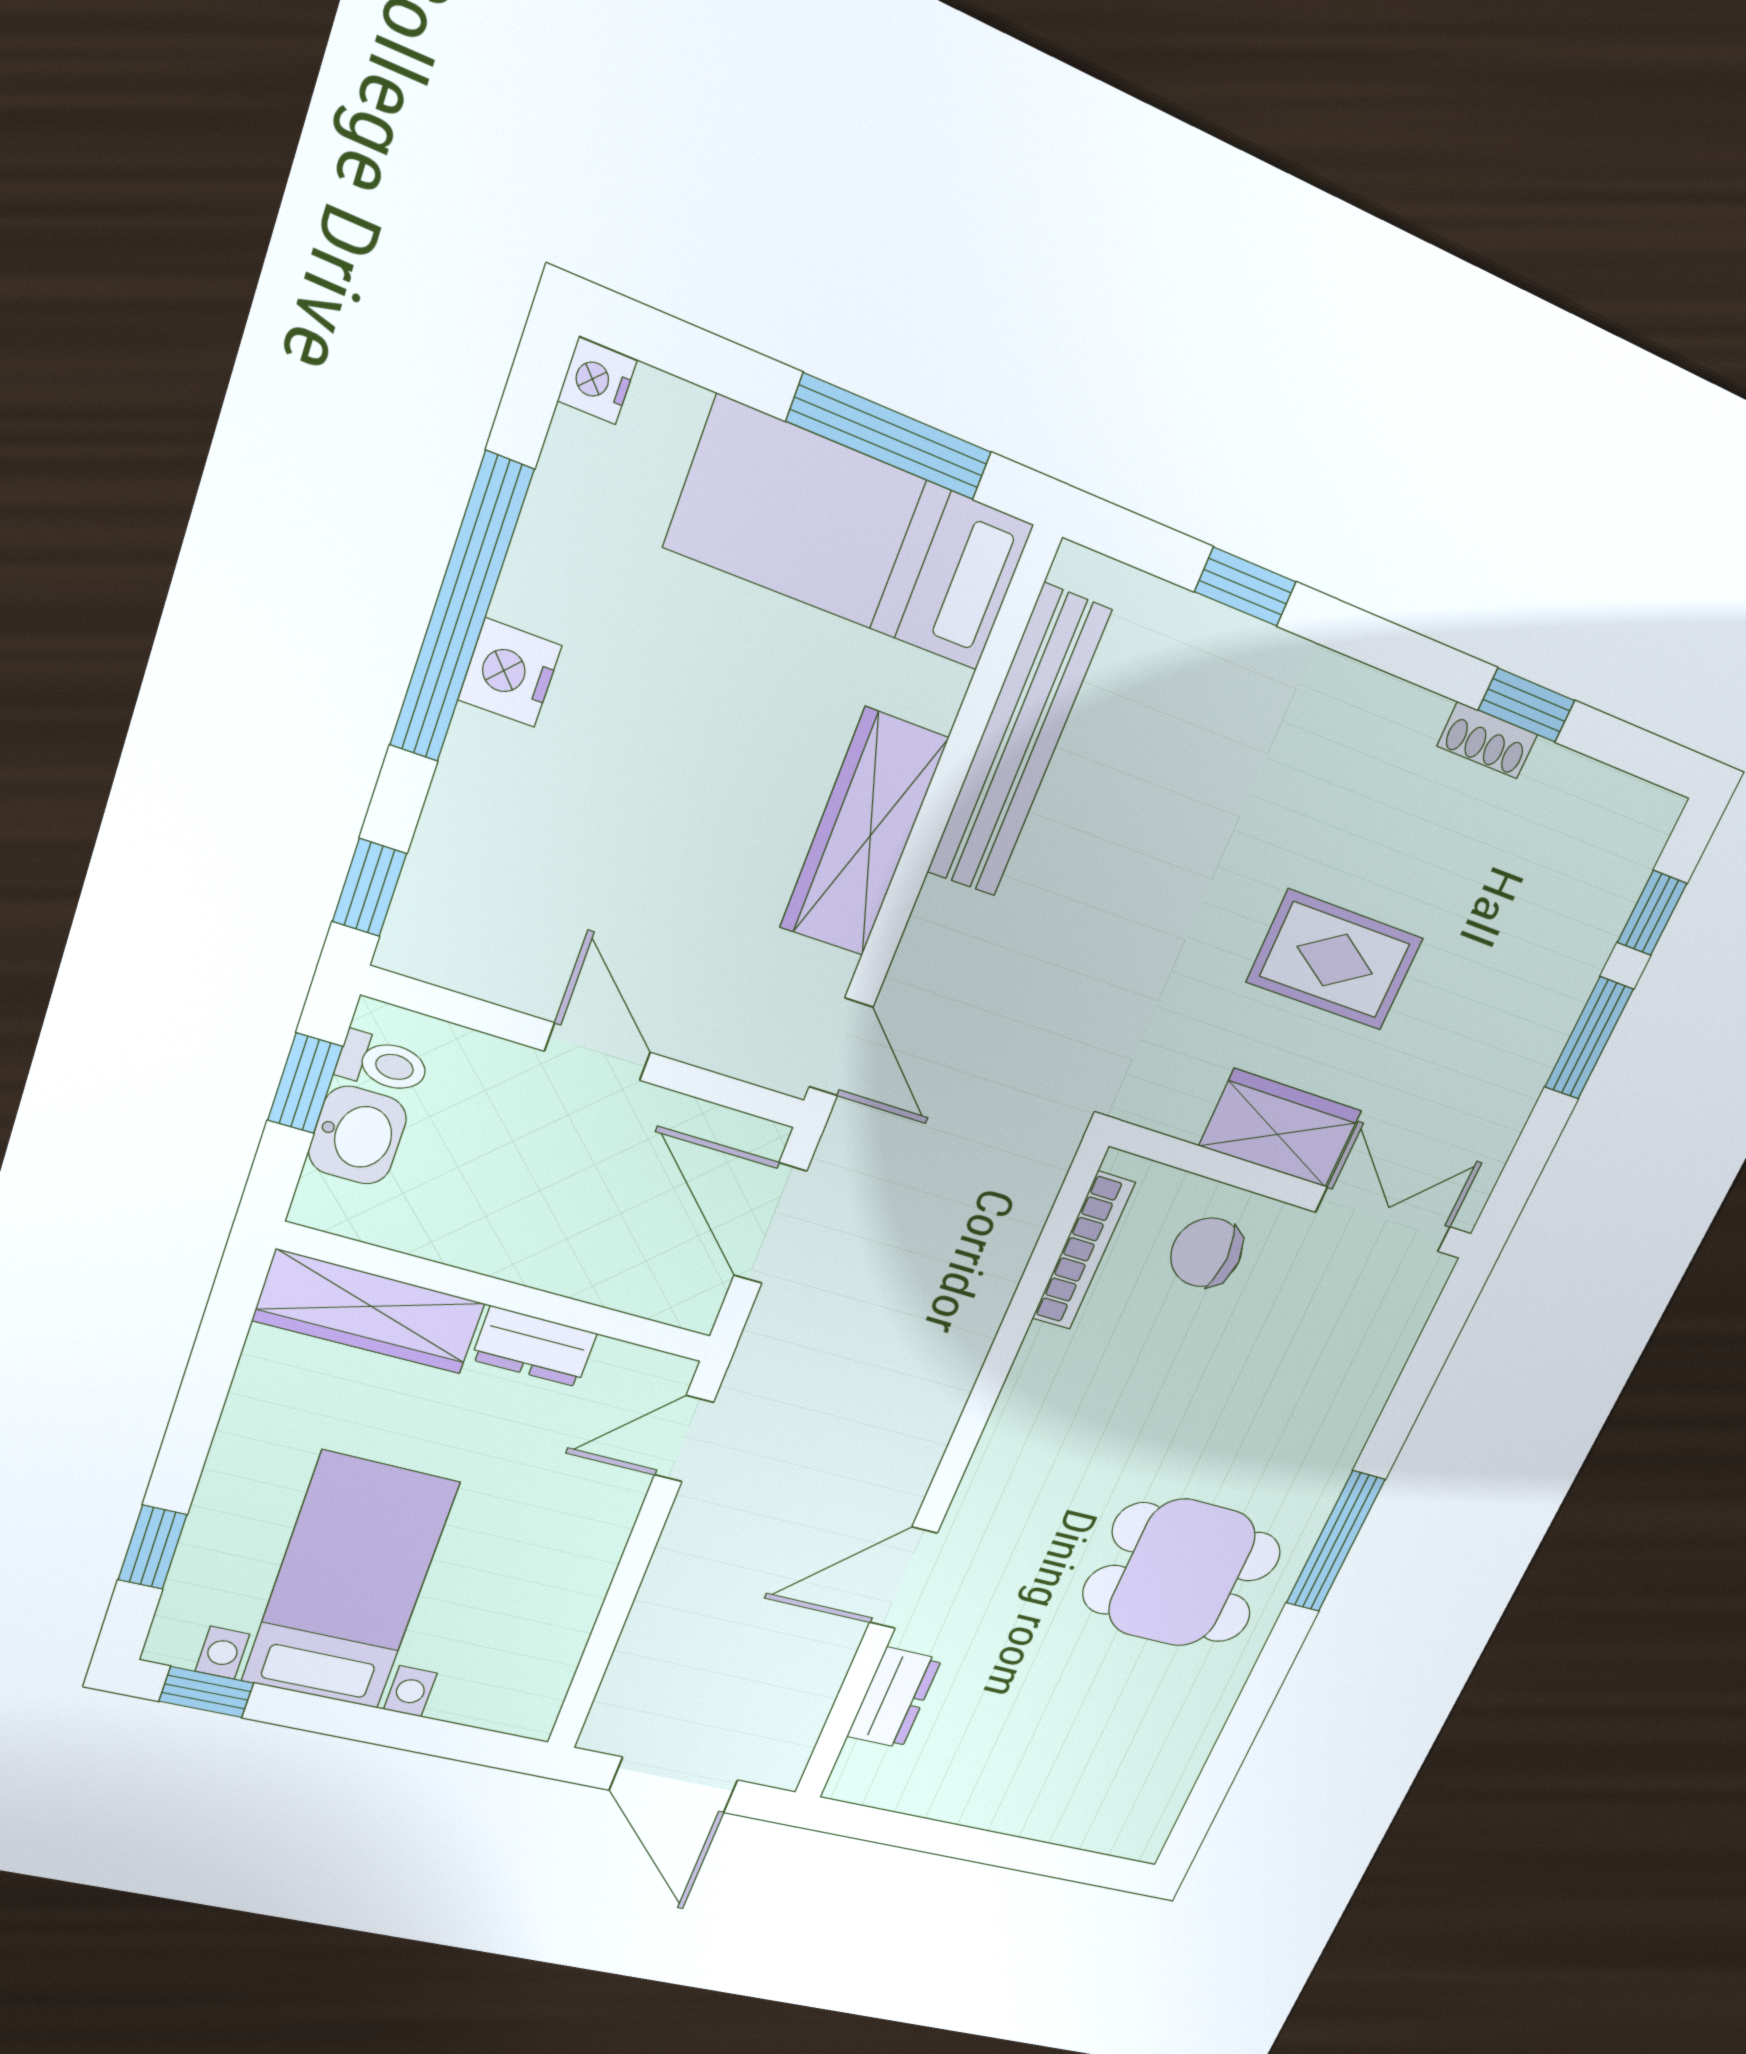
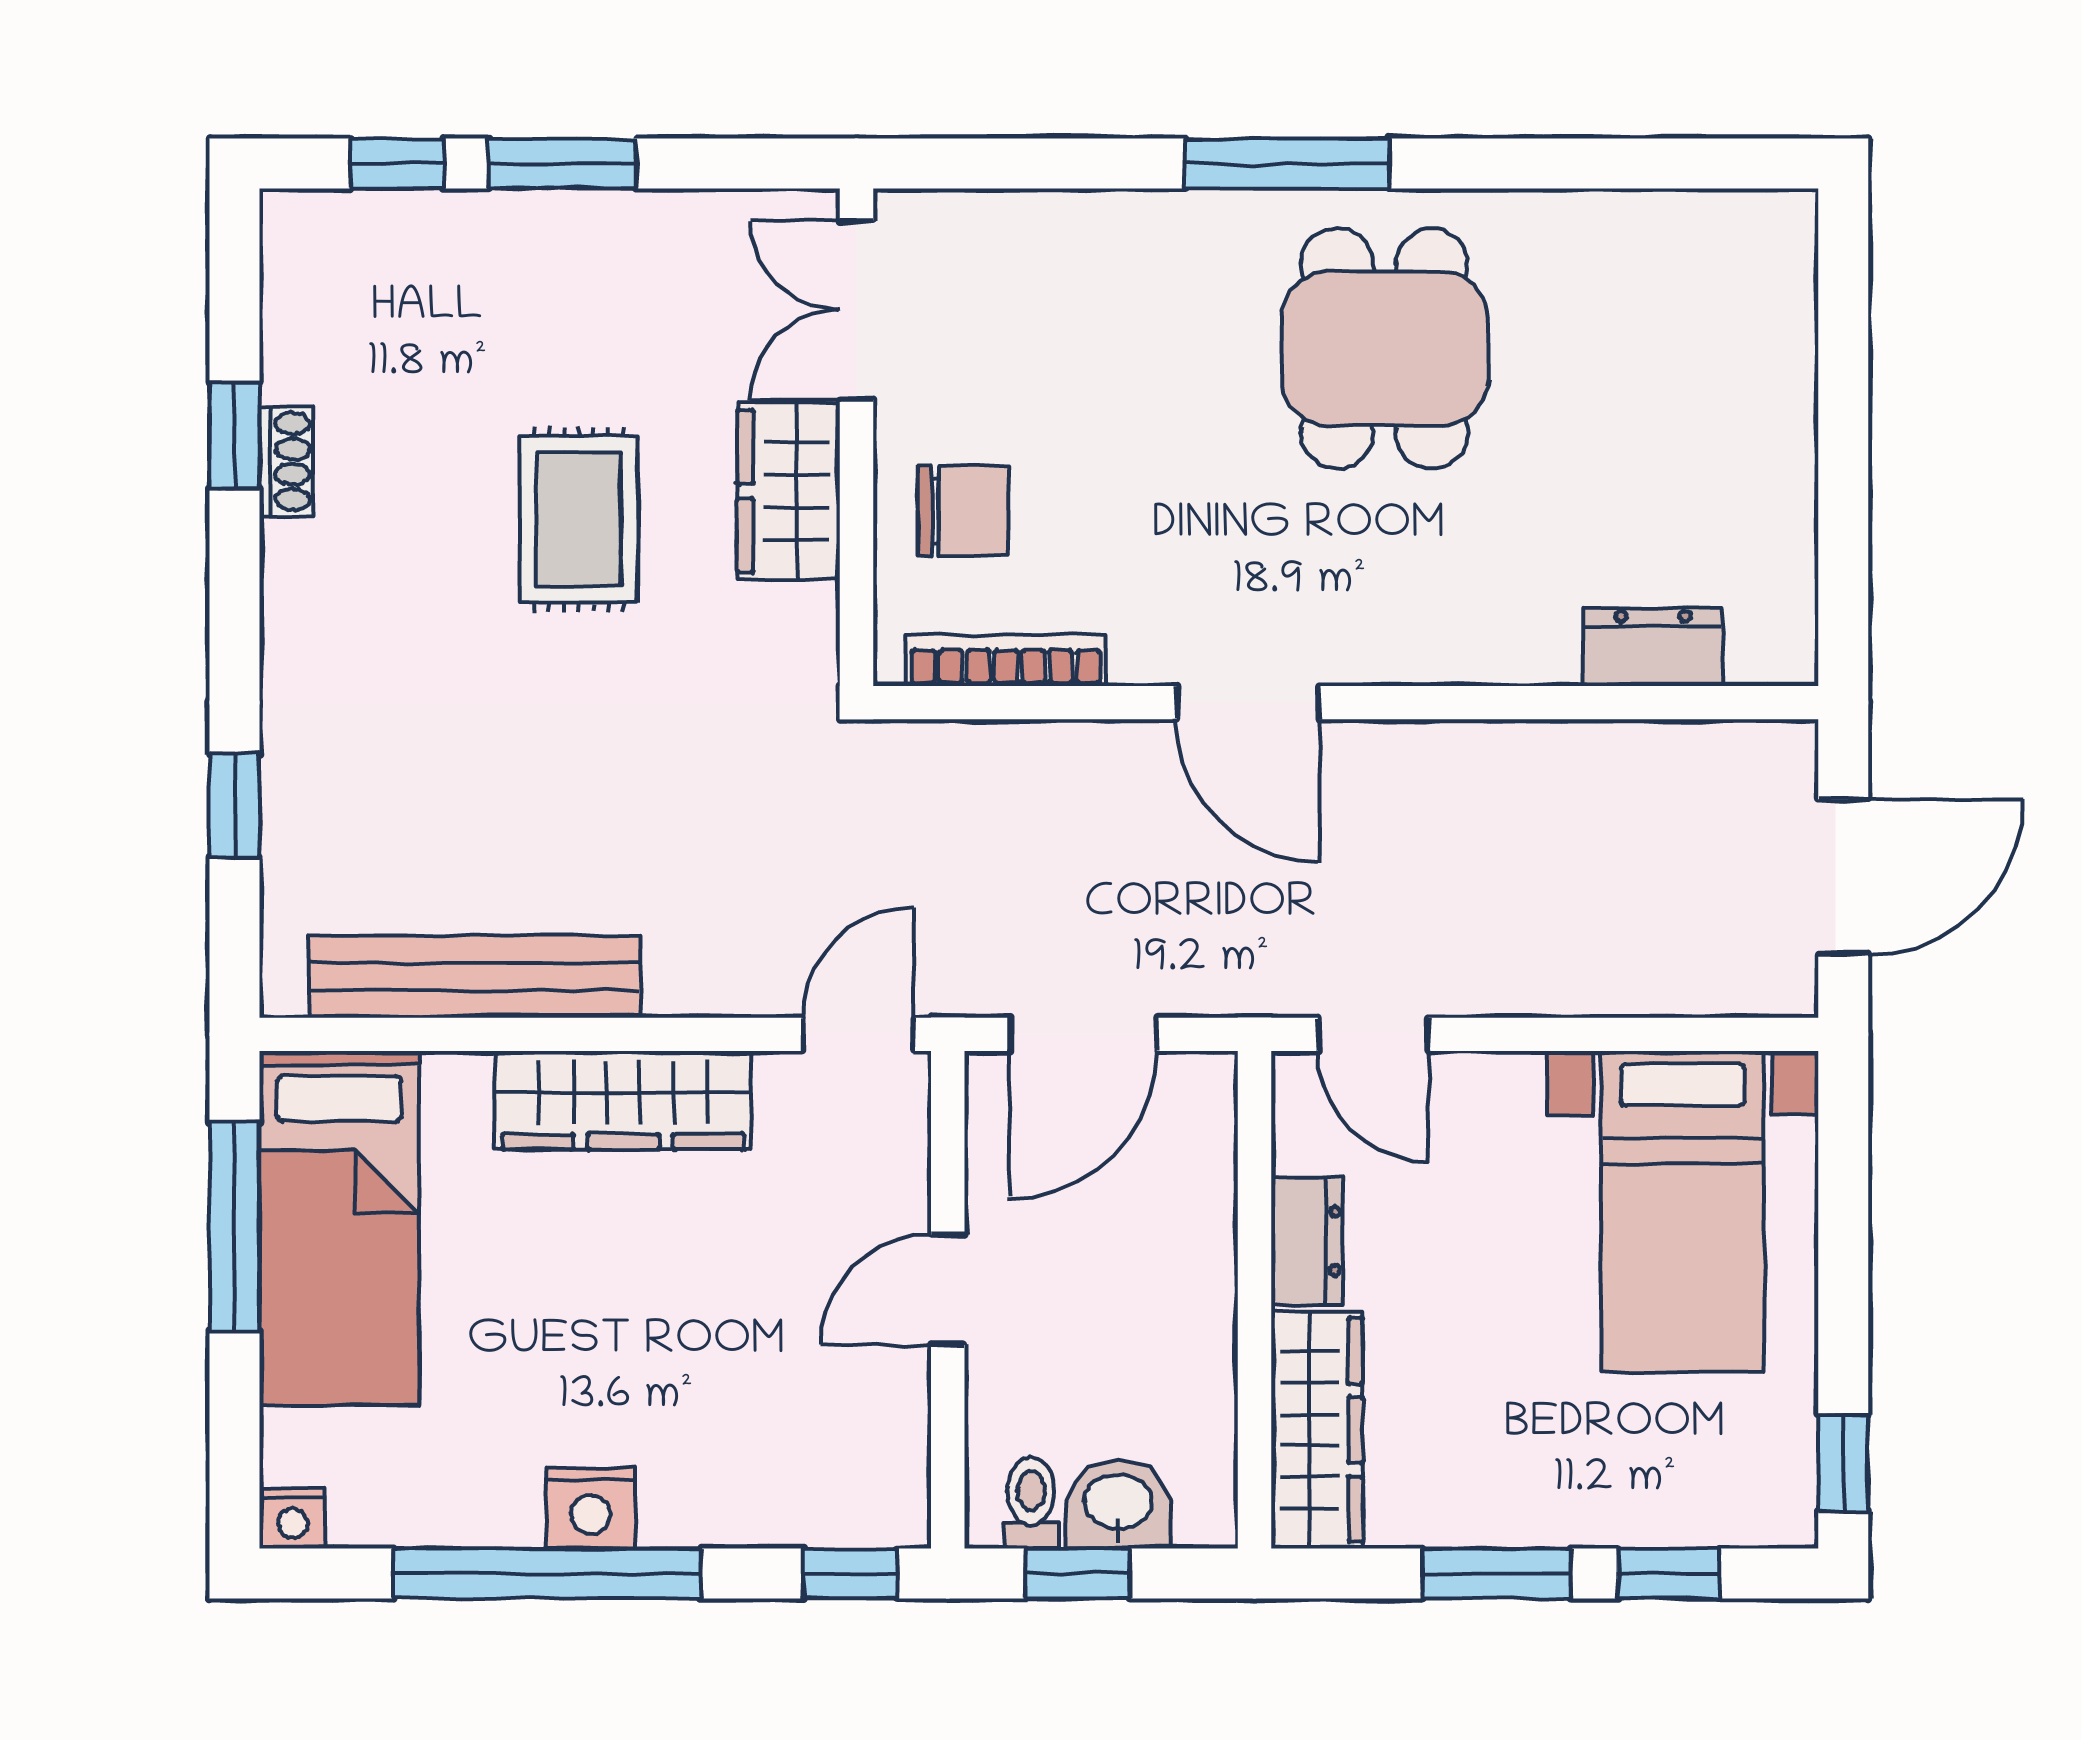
chair: (1207, 1252) -> (963, 511), turned -90
window: (195, 1418) -> (1497, 1573), added
door: (903, 1578) -> (1248, 703), moved
bed with nightstands: (350, 1582) -> (1683, 1212), moved, turned -90

